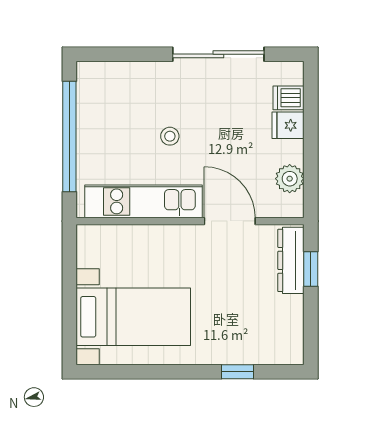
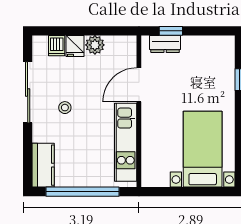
kitchen counter: (109, 78) -> (43, 165), added
stool: (170, 136) -> (65, 108), moved
plant: (290, 179) -> (95, 45), moved
dresser: (291, 260) -> (165, 44), width x0.70

